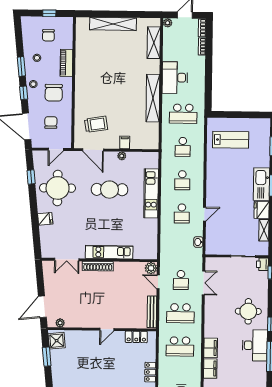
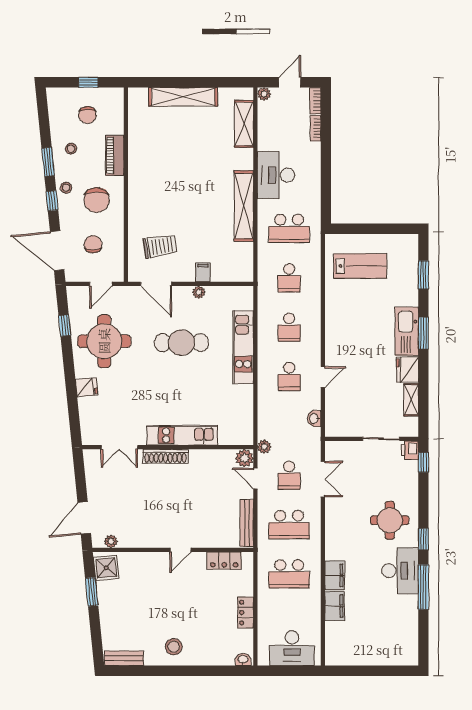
plant: (164, 261) -> (264, 447), added

